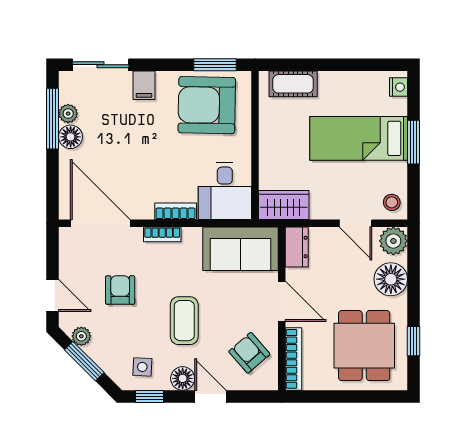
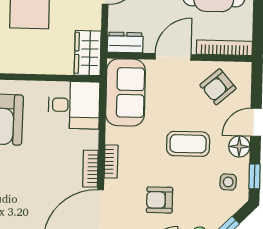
bookcase: (176, 211) -> (90, 169), moved

